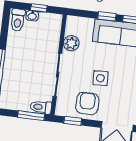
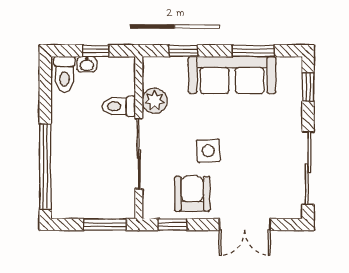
window: (107, 17) -> (183, 51), moved
toilet: (41, 107) -> (119, 106), moved

